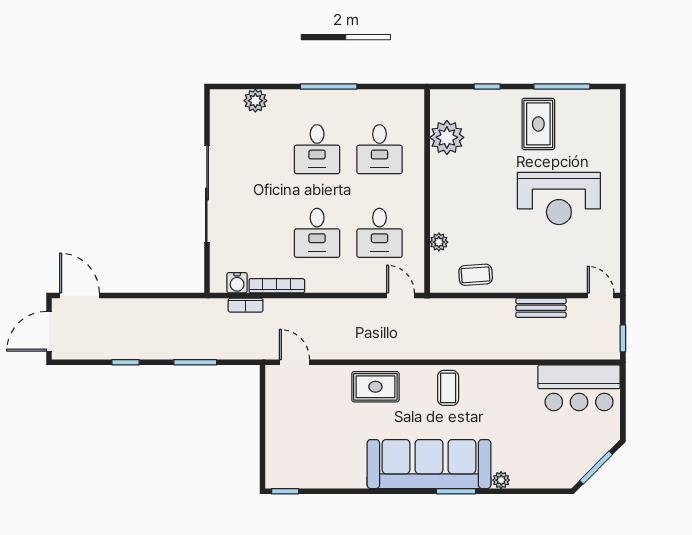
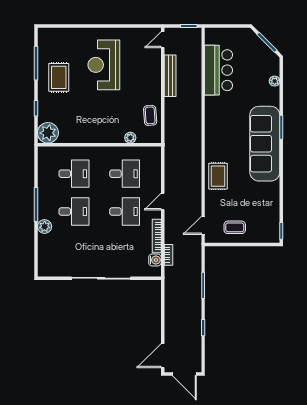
plant: (255, 101) -> (45, 227), moved
rug: (538, 124) -> (59, 77), turned 90
plant: (447, 137) -> (48, 133), moved
reception desk: (559, 199) -> (104, 65), turned 180
door: (401, 296) -> (163, 202), moved
bench: (541, 308) -> (170, 76), width x1.36
coffee table: (448, 388) -> (235, 227), moved
bar counter: (579, 388) -> (219, 70), moved
plant: (501, 480) -> (275, 81), moved

